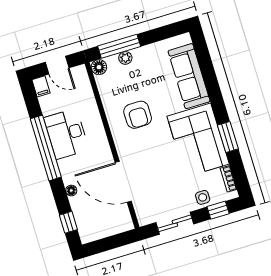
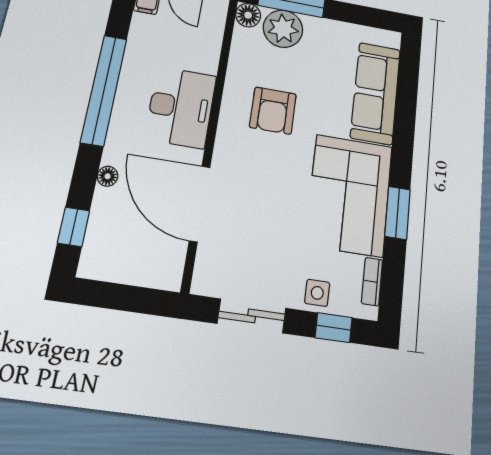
plant: (125, 58) -> (283, 29), width x1.87, depth x1.87
desk: (66, 134) -> (181, 107), moved, turned 180

